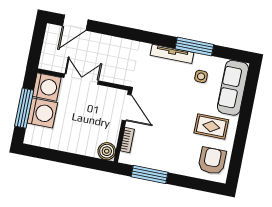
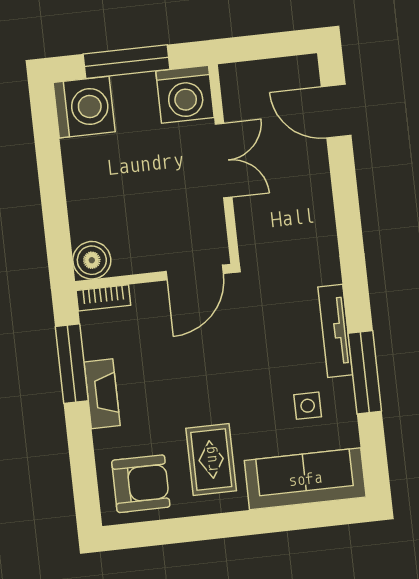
washing machine: (42, 113) -> (84, 107), moved, turned -90
bookcase: (127, 140) -> (103, 298), moved
fireplace: (167, 165) -> (102, 394), added

